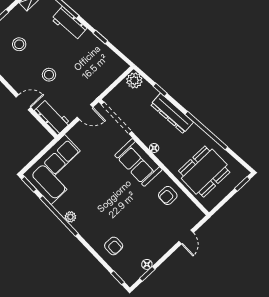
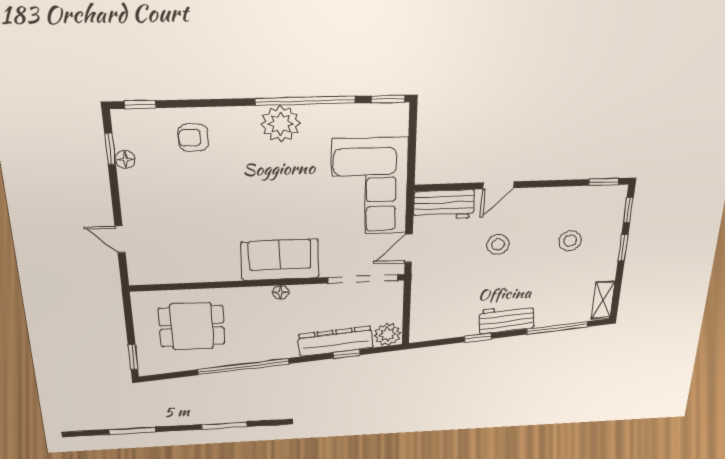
workbench: (69, 24) -> (507, 319), moved
dresser: (172, 113) -> (336, 341), moved
corner sofa: (58, 169) -> (370, 187), moved
dining table: (204, 172) -> (192, 326), width x0.73
armchair: (168, 195) -> (201, 261), removed
plant: (70, 217) -> (281, 124), width x1.87, depth x1.87

